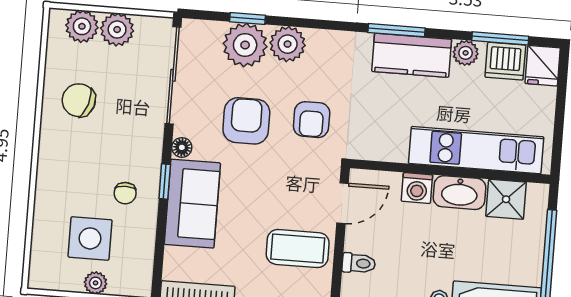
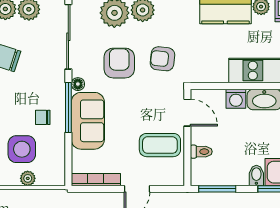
armchair: (312, 120) -> (162, 59), turned 96
window: (165, 181) -> (68, 107), width x2.17
chair: (125, 193) -> (43, 117), turned 90
door: (343, 203) -> (187, 113), hinge flipped

